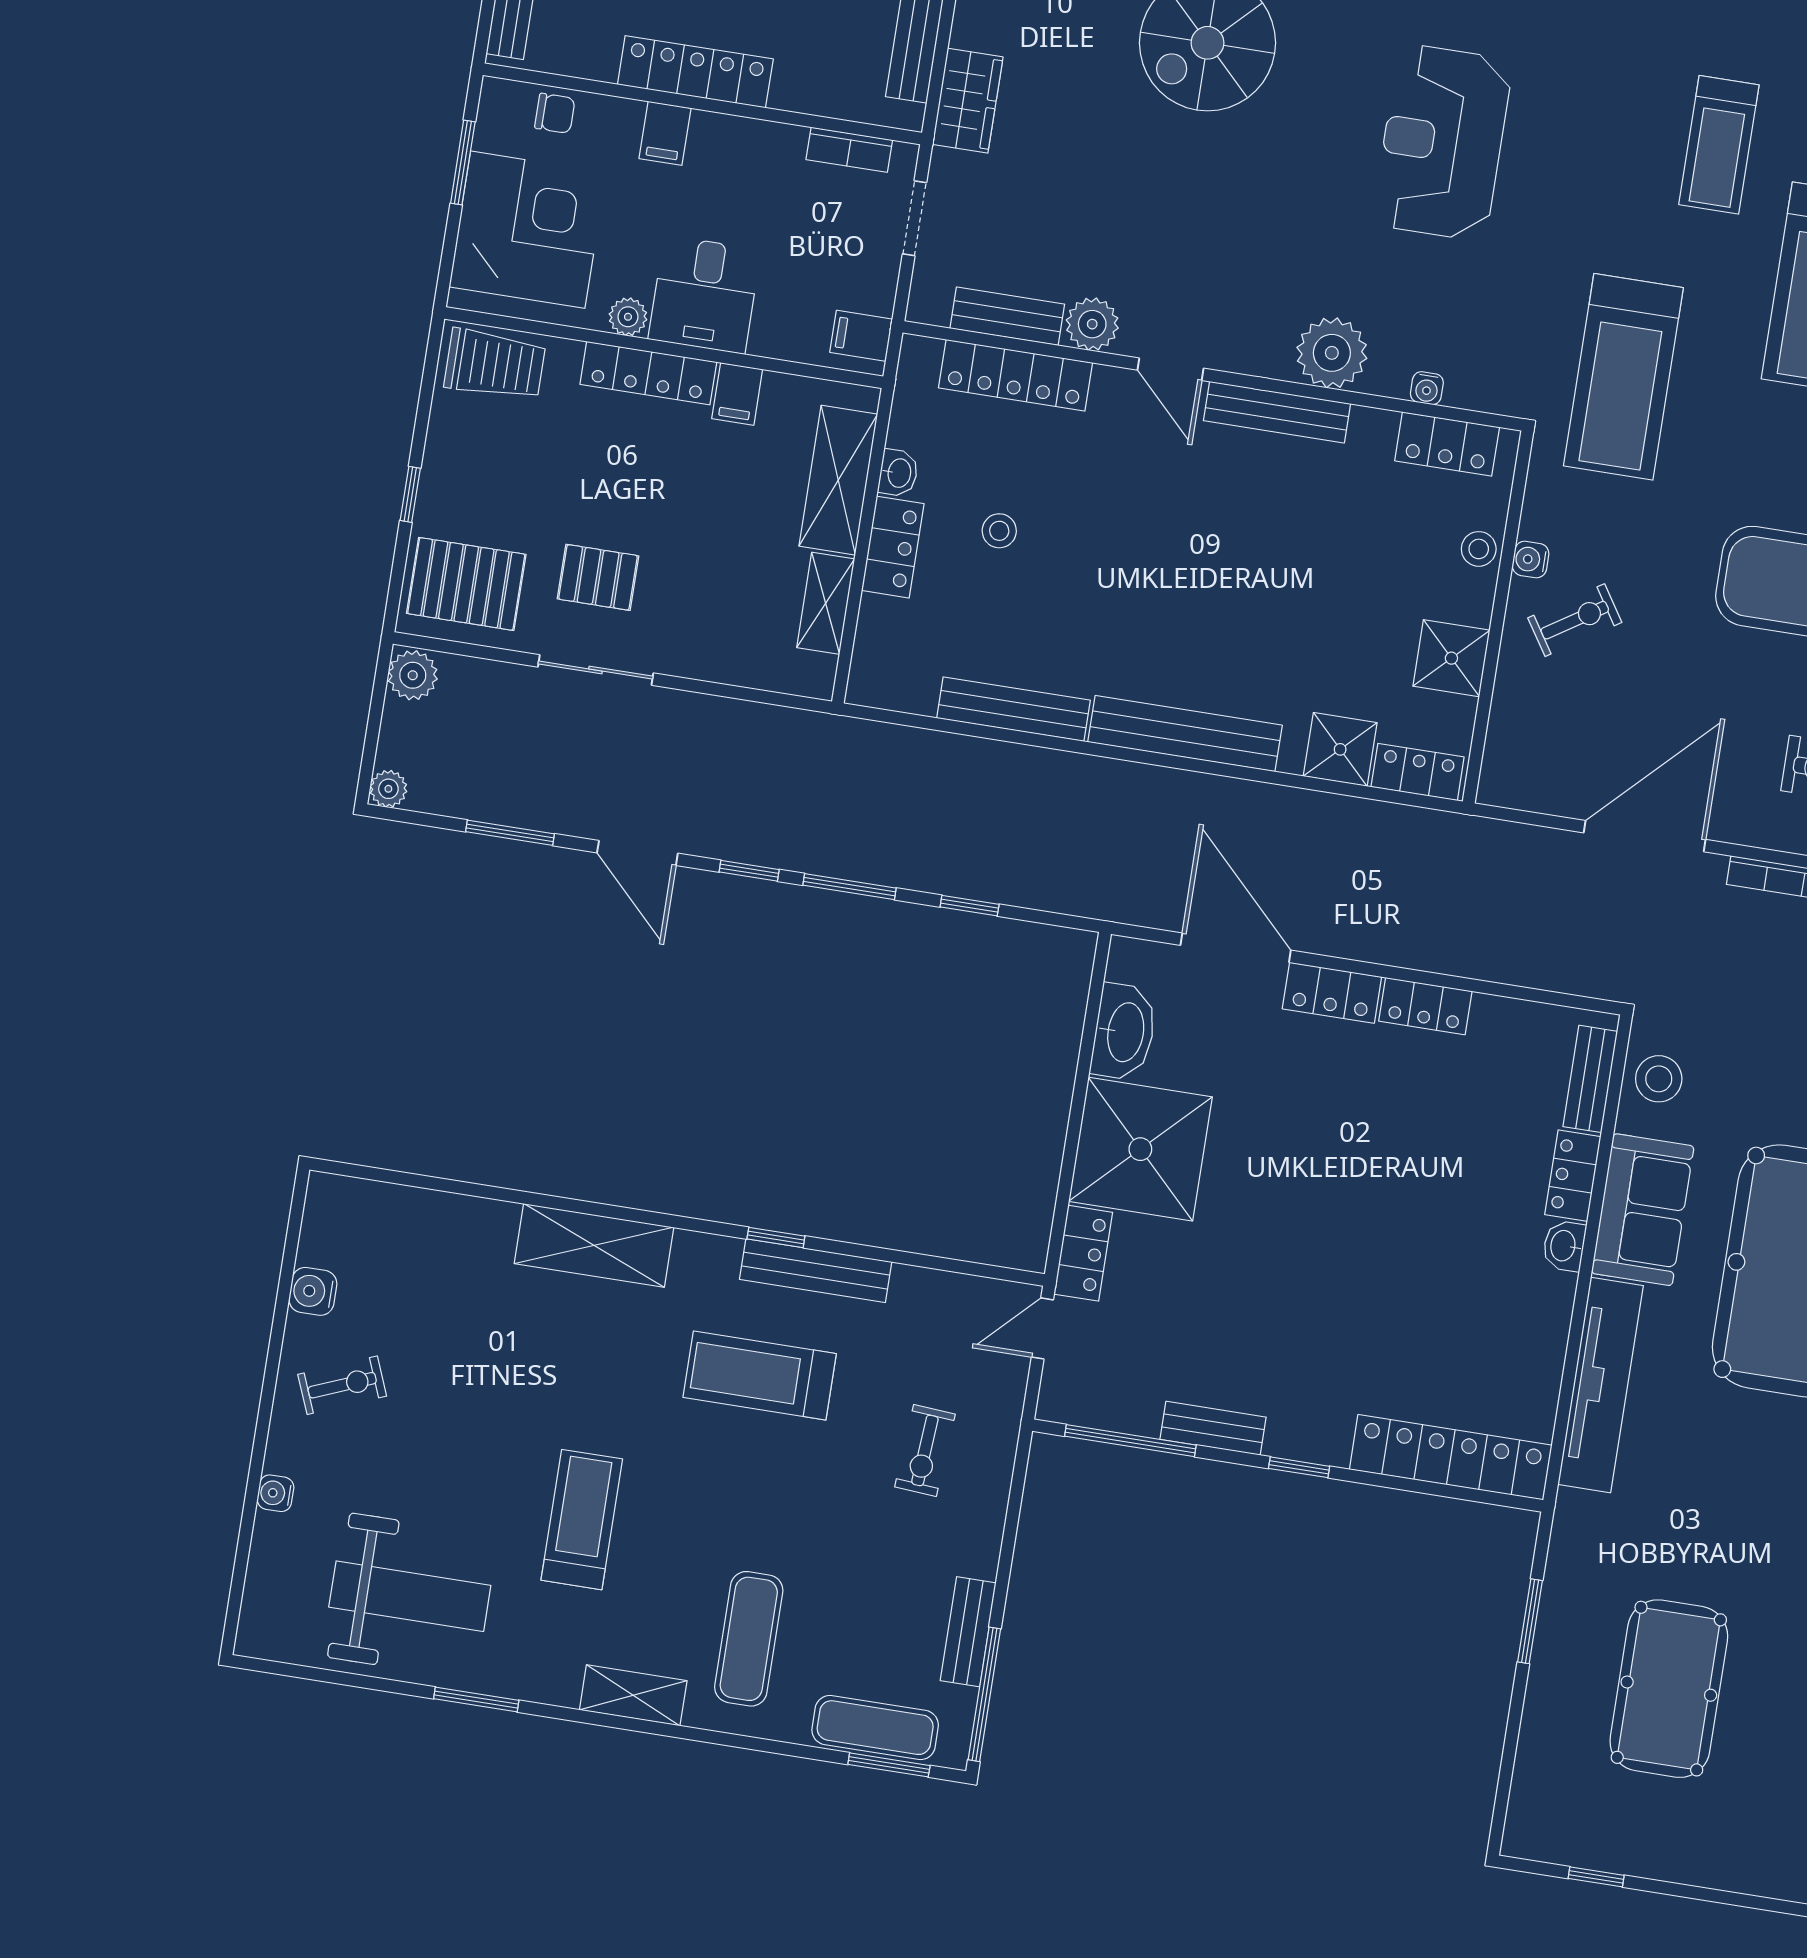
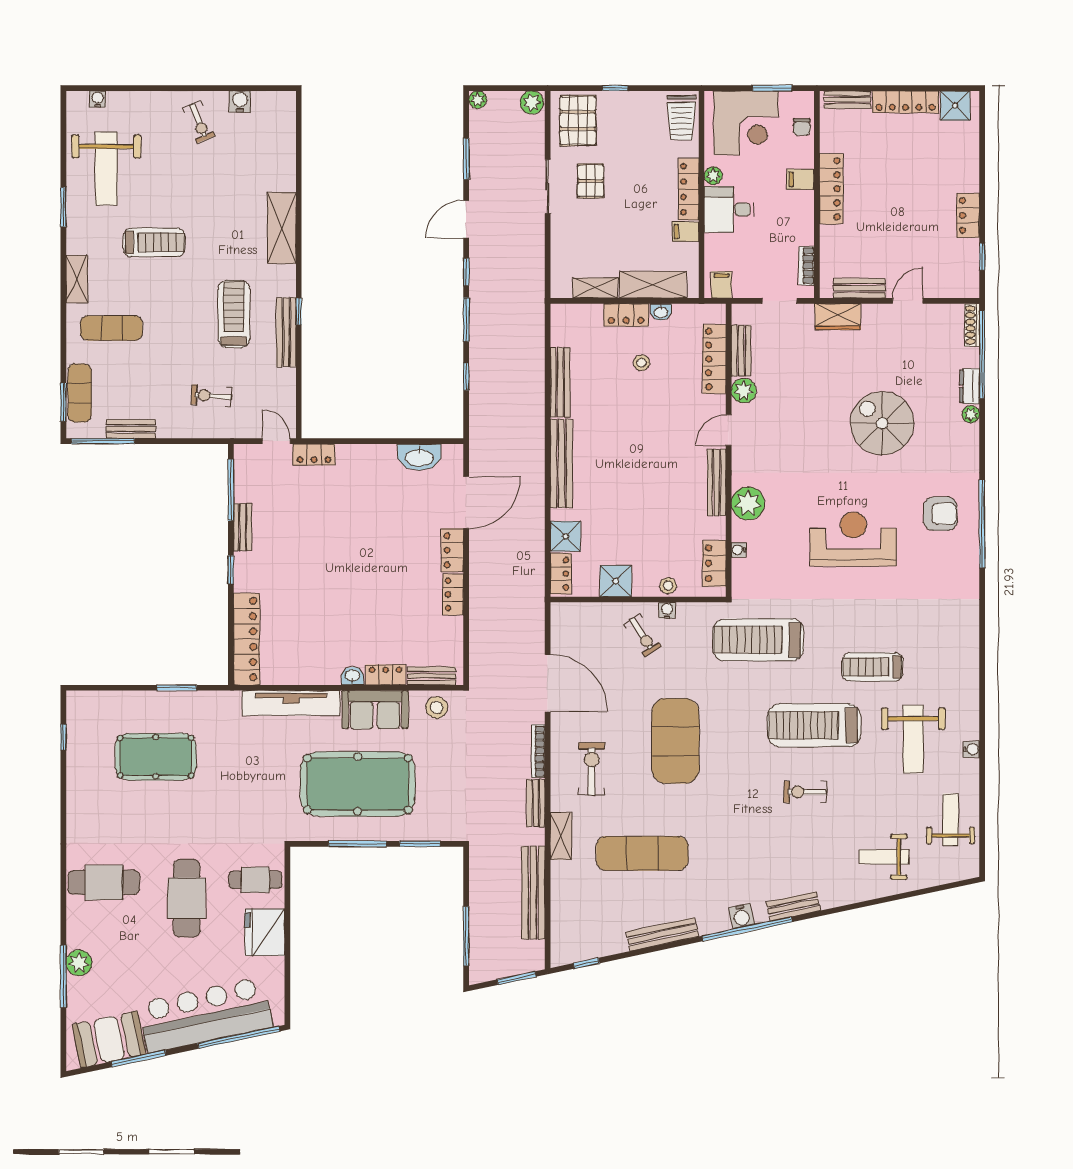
shower: (1140, 1149) -> (366, 473), removed
water cooler: (275, 1493) -> (97, 99), moved

